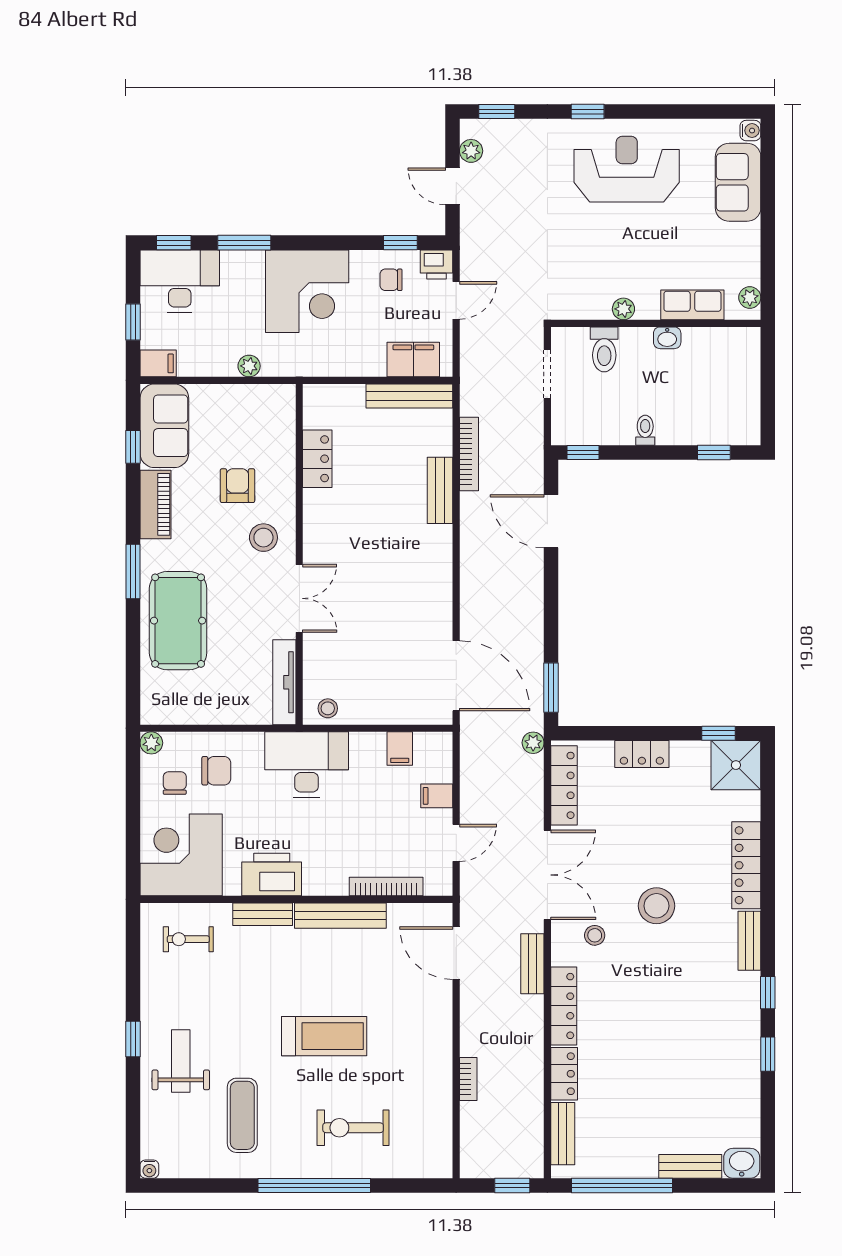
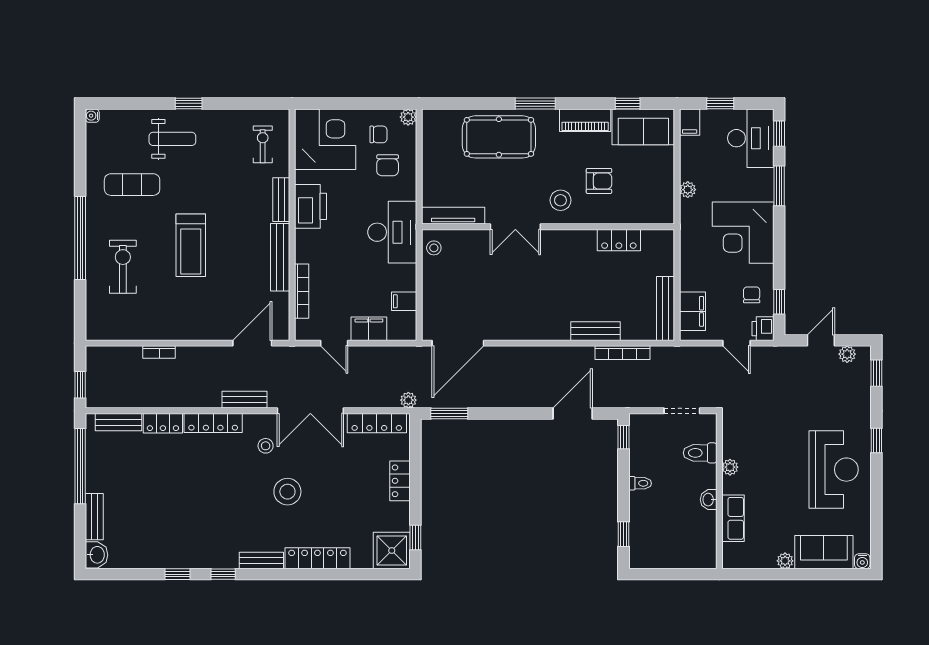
plant: (750, 298) -> (785, 561), moved
filing cabinet: (437, 796) -> (369, 329), width x2.00

